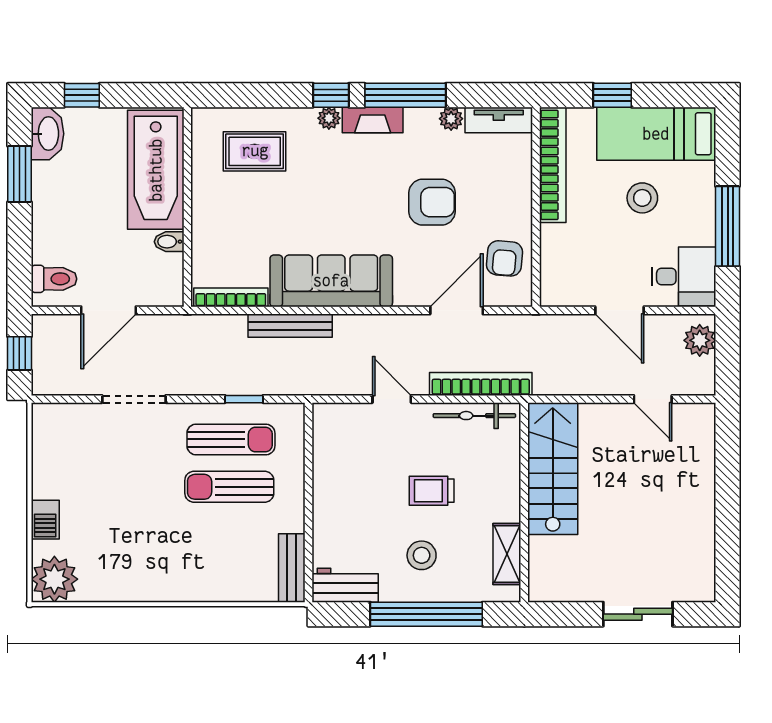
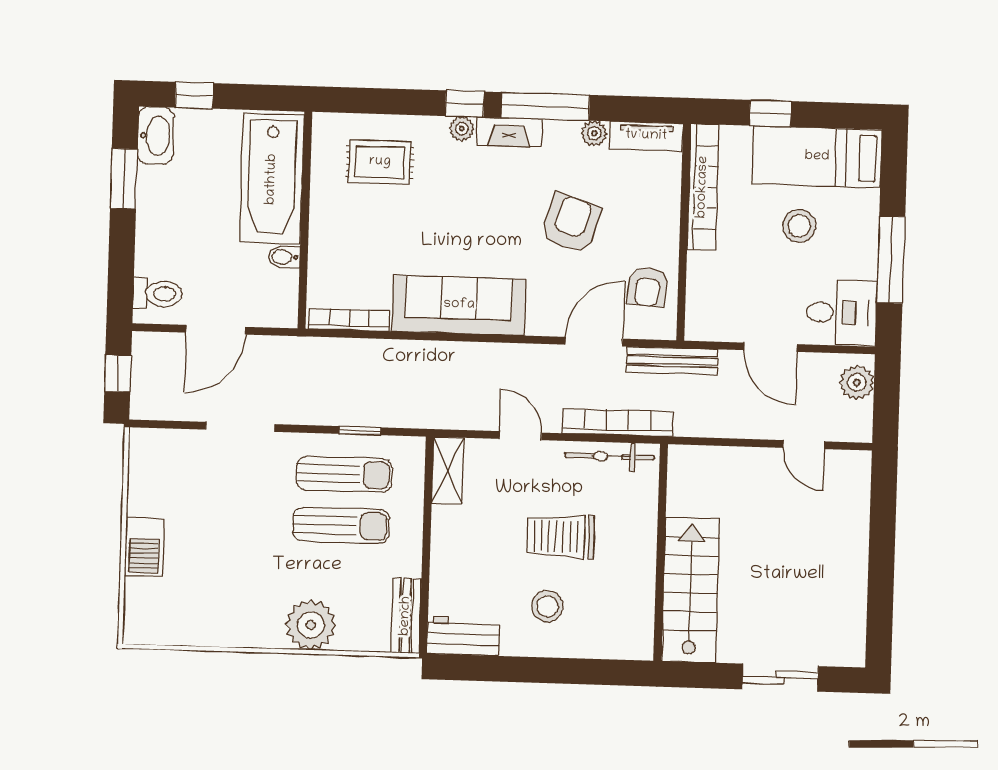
armchair: (432, 202) -> (571, 223), turned -72
bench: (290, 326) -> (672, 361), moved
stairs: (553, 469) -> (690, 590), moved
sun lounger: (229, 487) -> (341, 525), turned 180
trolley: (432, 491) -> (560, 537), width x1.36, depth x1.39
barbecue: (45, 520) -> (144, 547), width x1.38, depth x1.27
shelving: (507, 554) -> (448, 471), moved
plant: (54, 579) -> (311, 625), moved
window: (426, 614) -> (551, 670), removed

